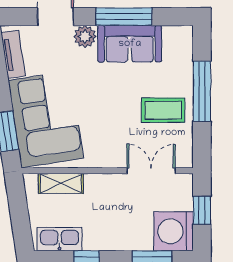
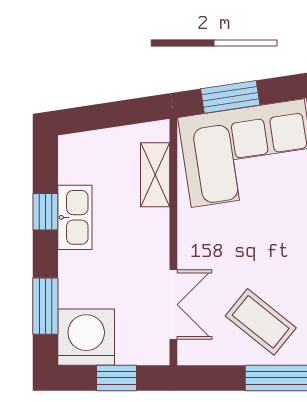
coffee table: (163, 110) -> (261, 322), turned -51
kitchen sink: (60, 239) -> (75, 217), moved

